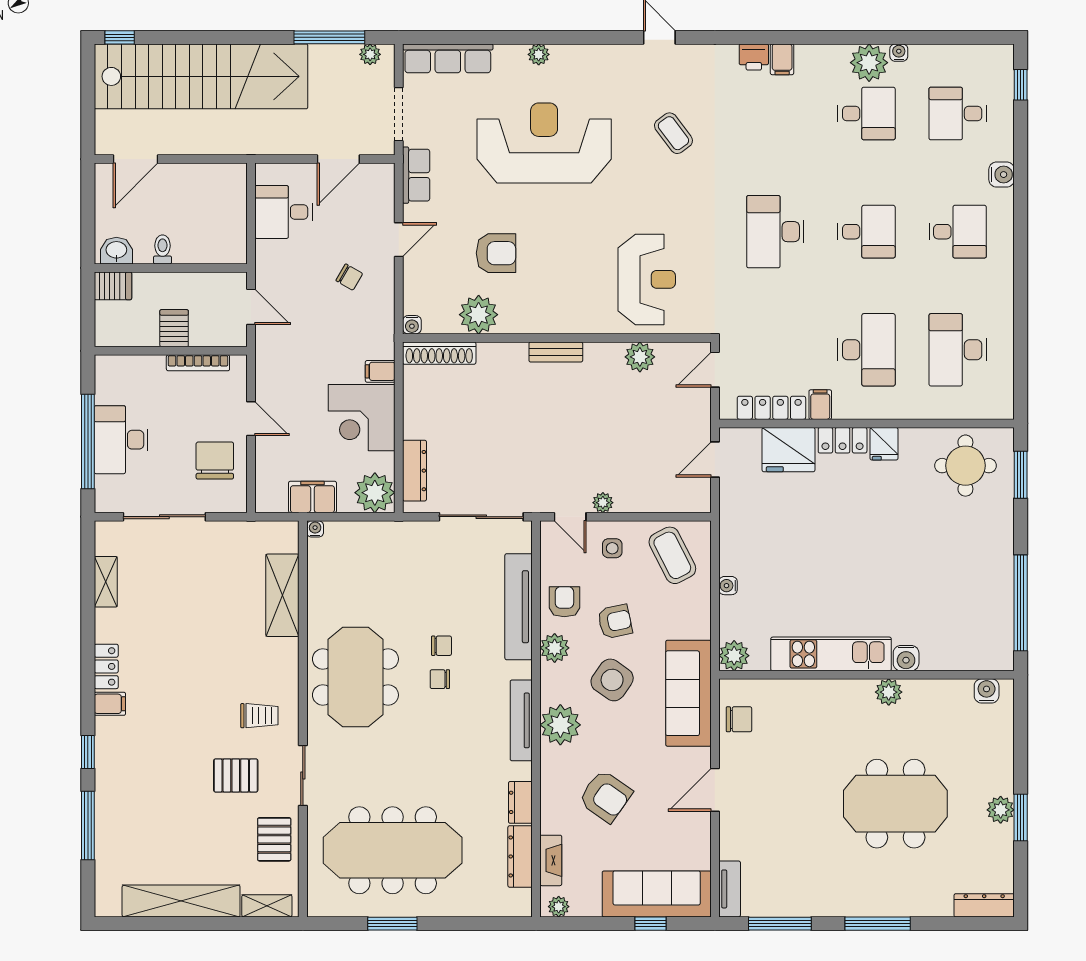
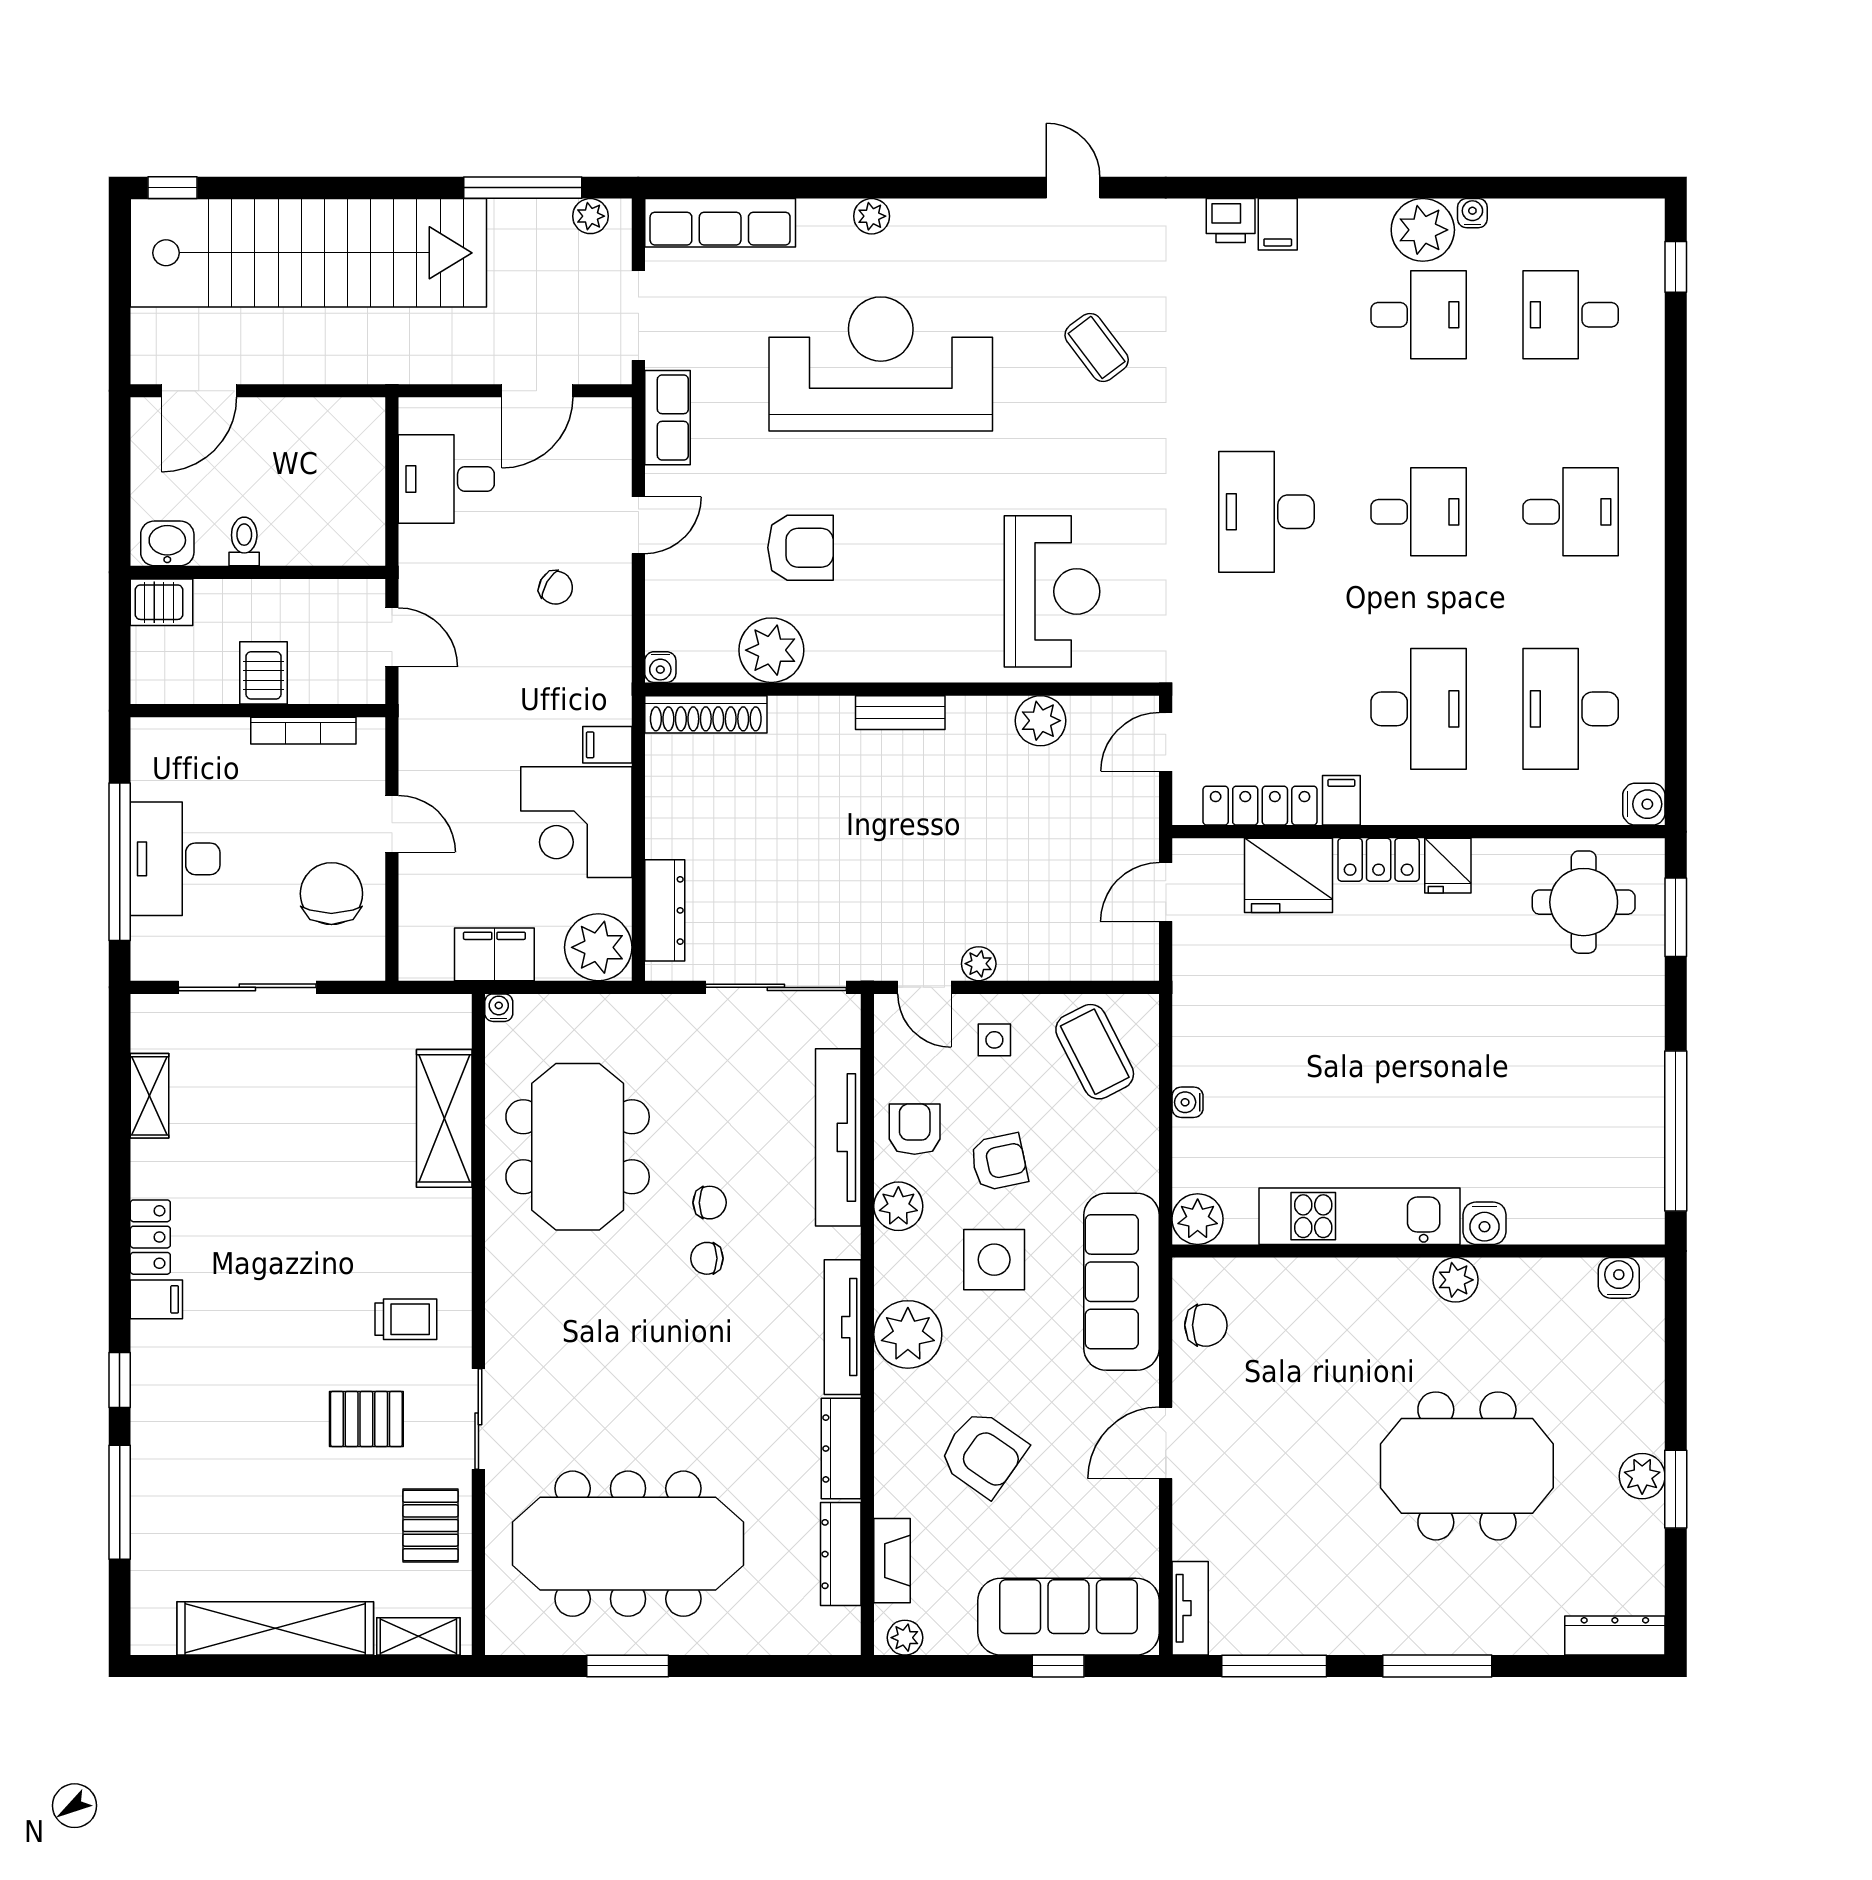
water cooler: (1002, 175) -> (1644, 804), moved
meeting table: (355, 677) -> (578, 1147), moved
side table: (612, 680) -> (994, 1260), turned -35
dresser: (520, 802) -> (841, 1449), width x1.44

